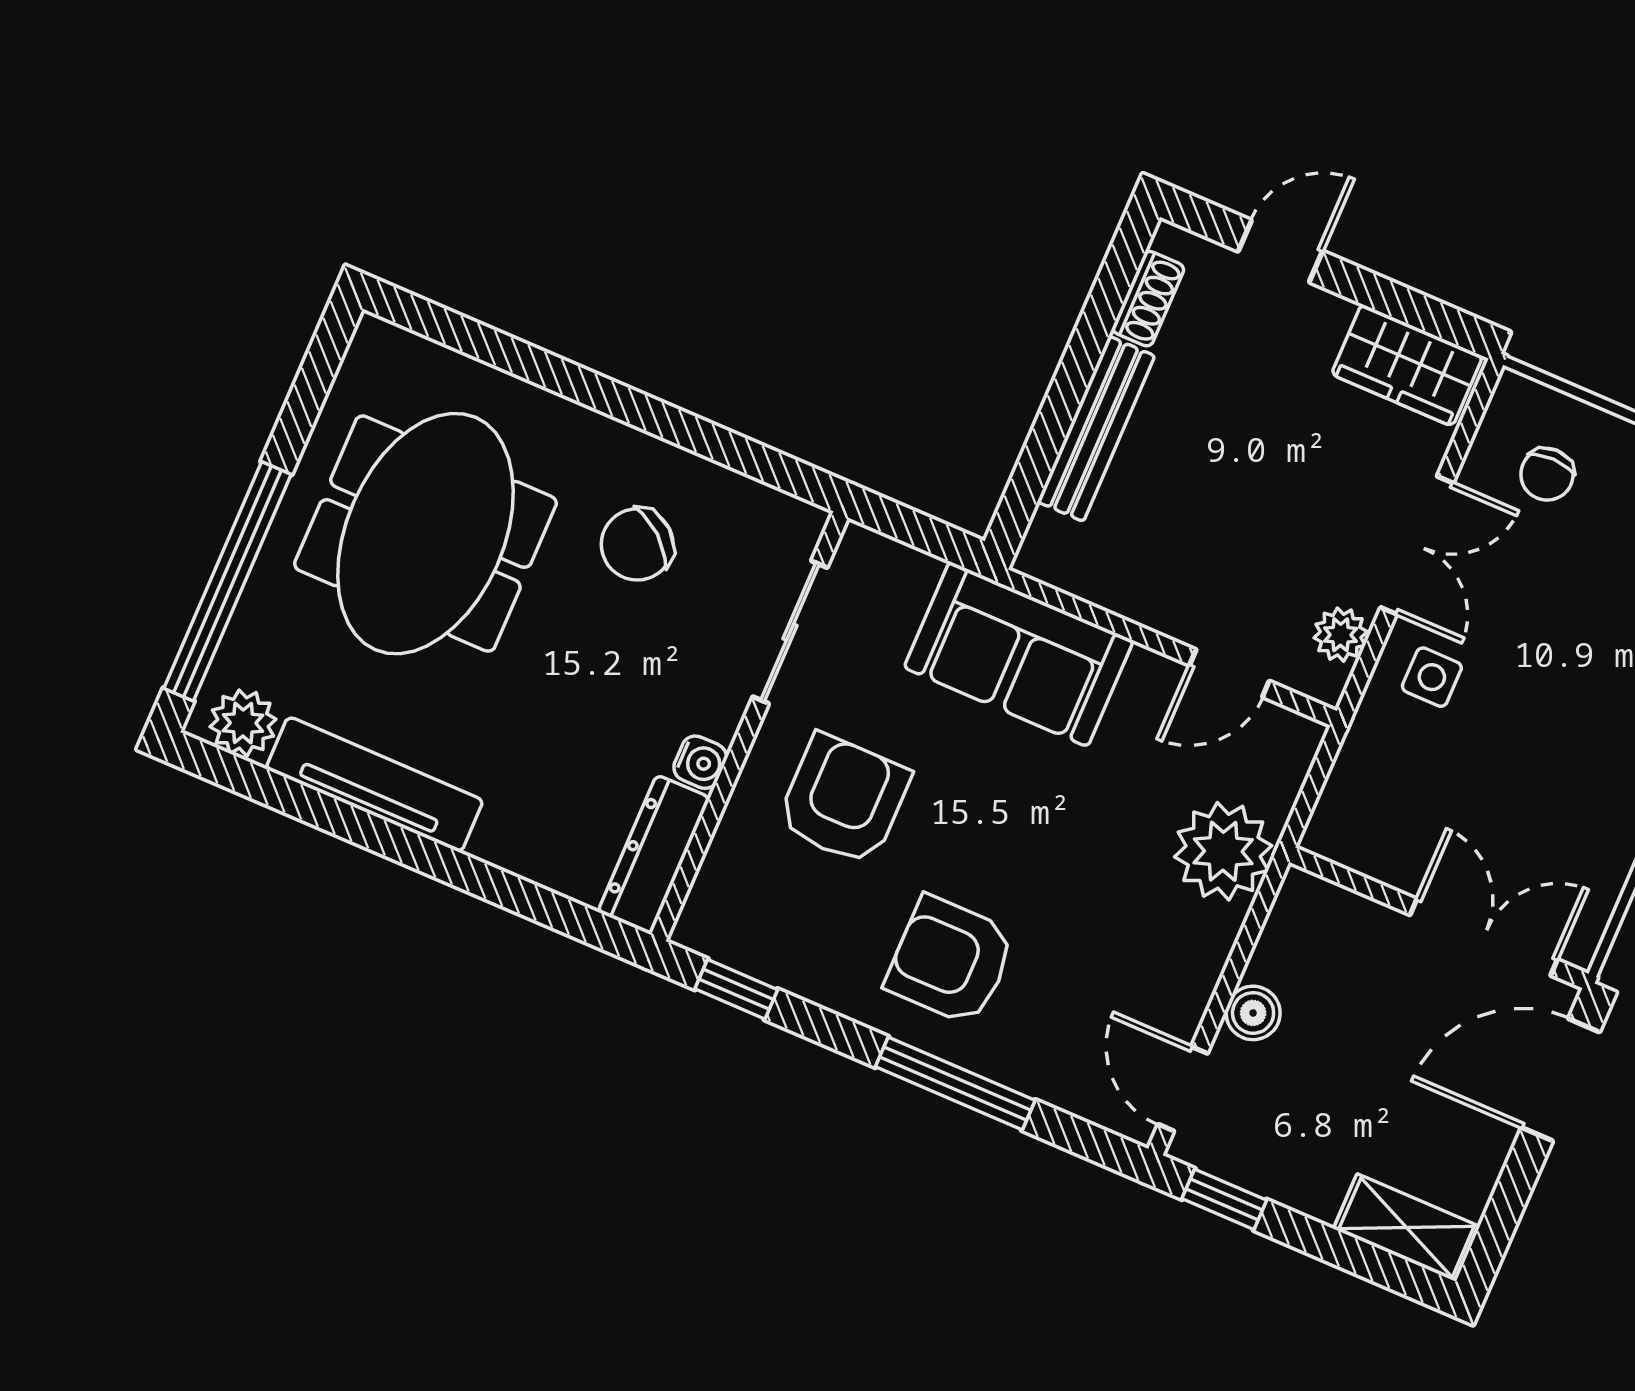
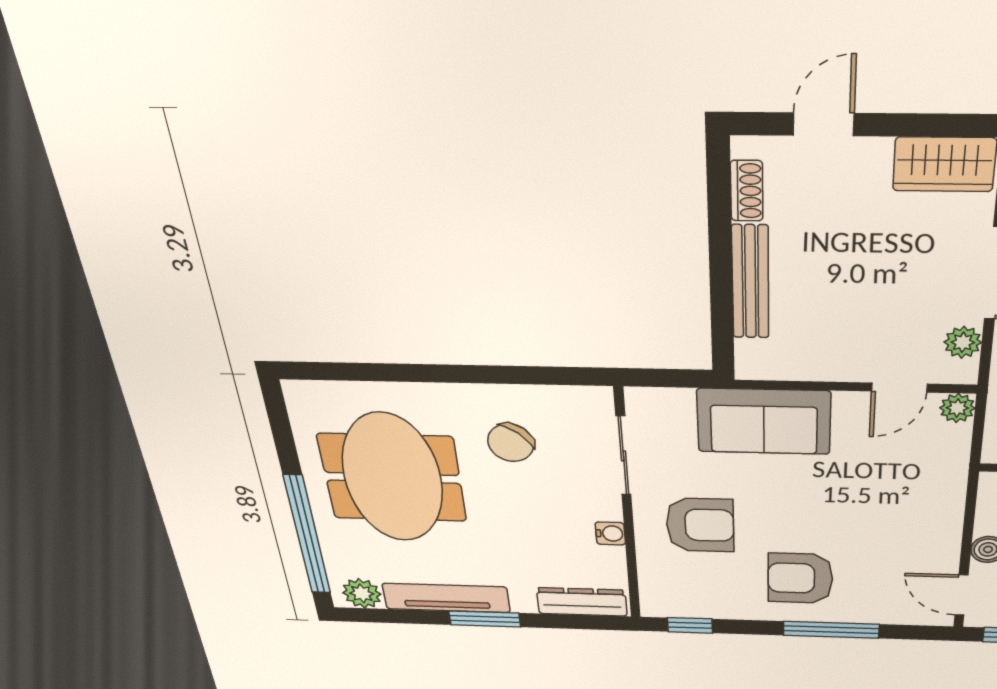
armchair: (844, 800) -> (700, 525), turned 90
window: (412, 850) -> (485, 619), added
plant: (1223, 851) -> (957, 408), moved, width x0.53, depth x0.53
dresser: (654, 855) -> (582, 602), moved, turned 90

